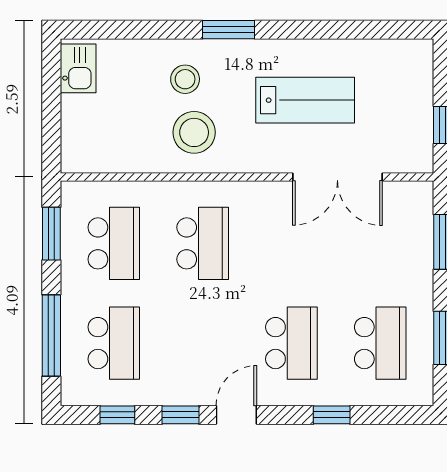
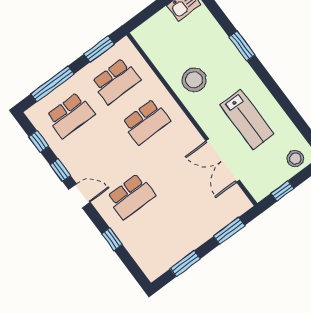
window: (229, 30) -> (242, 46), moved
stool: (185, 79) -> (295, 159), moved
school desk: (380, 343) -> (161, 237), removed

